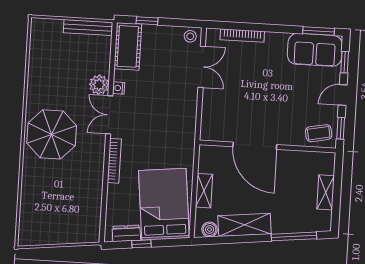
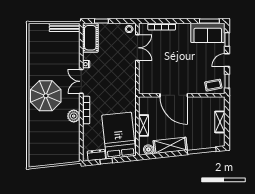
plant: (99, 85) -> (74, 116), moved

